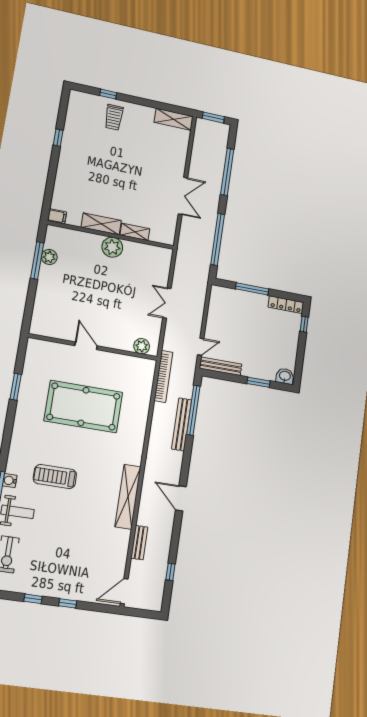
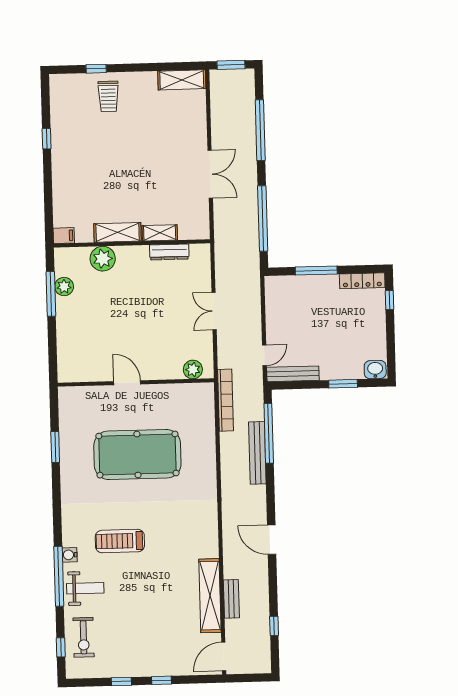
plant: (112, 247) -> (103, 259), moved
dresser: (140, 249) -> (169, 252), added
shelving: (128, 497) -> (210, 596), moved

